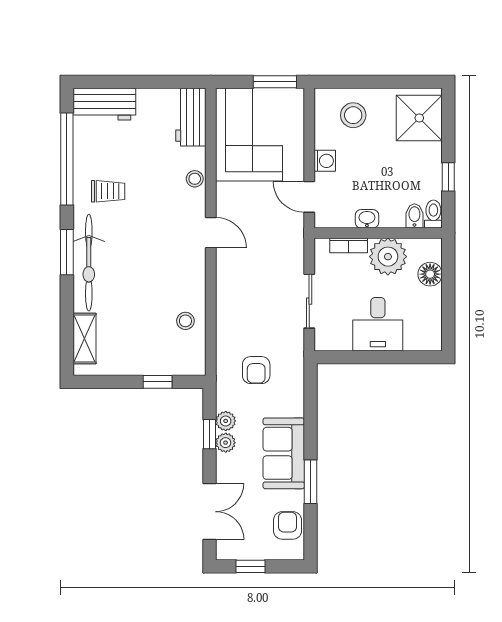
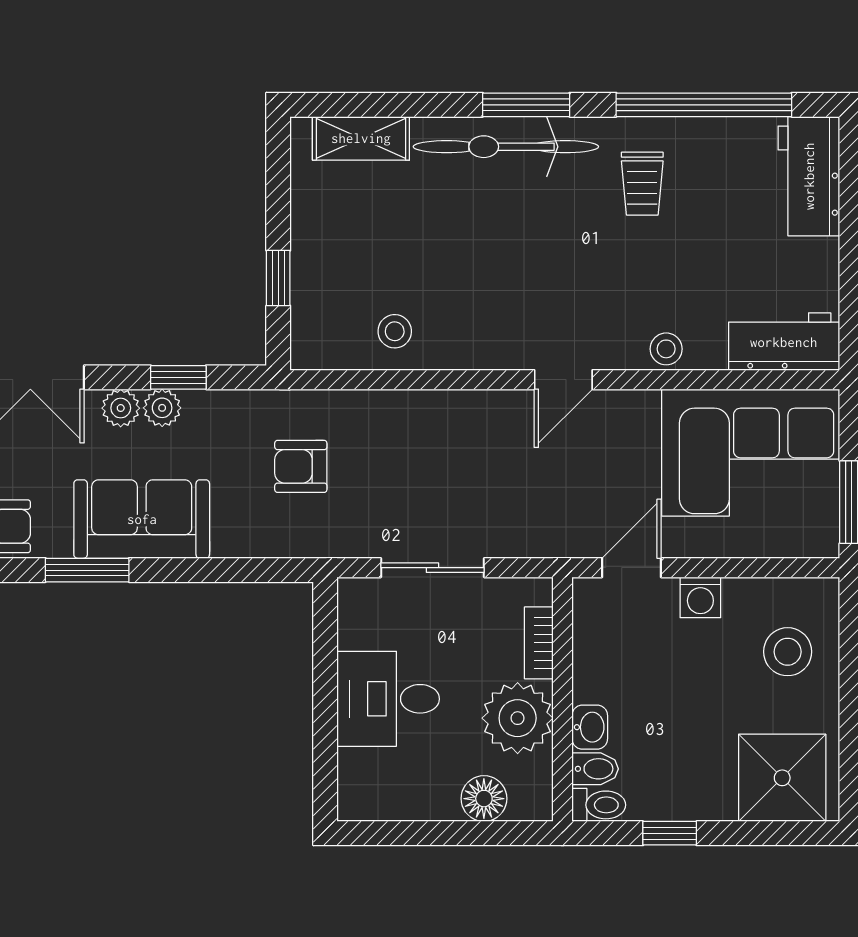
washbasin: (367, 219) -> (590, 727), moved
plant: (226, 421) -> (121, 408), moved

